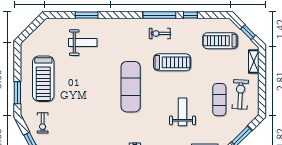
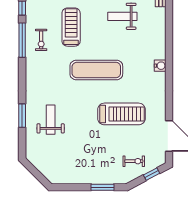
treadmill: (43, 79) -> (122, 114), moved

